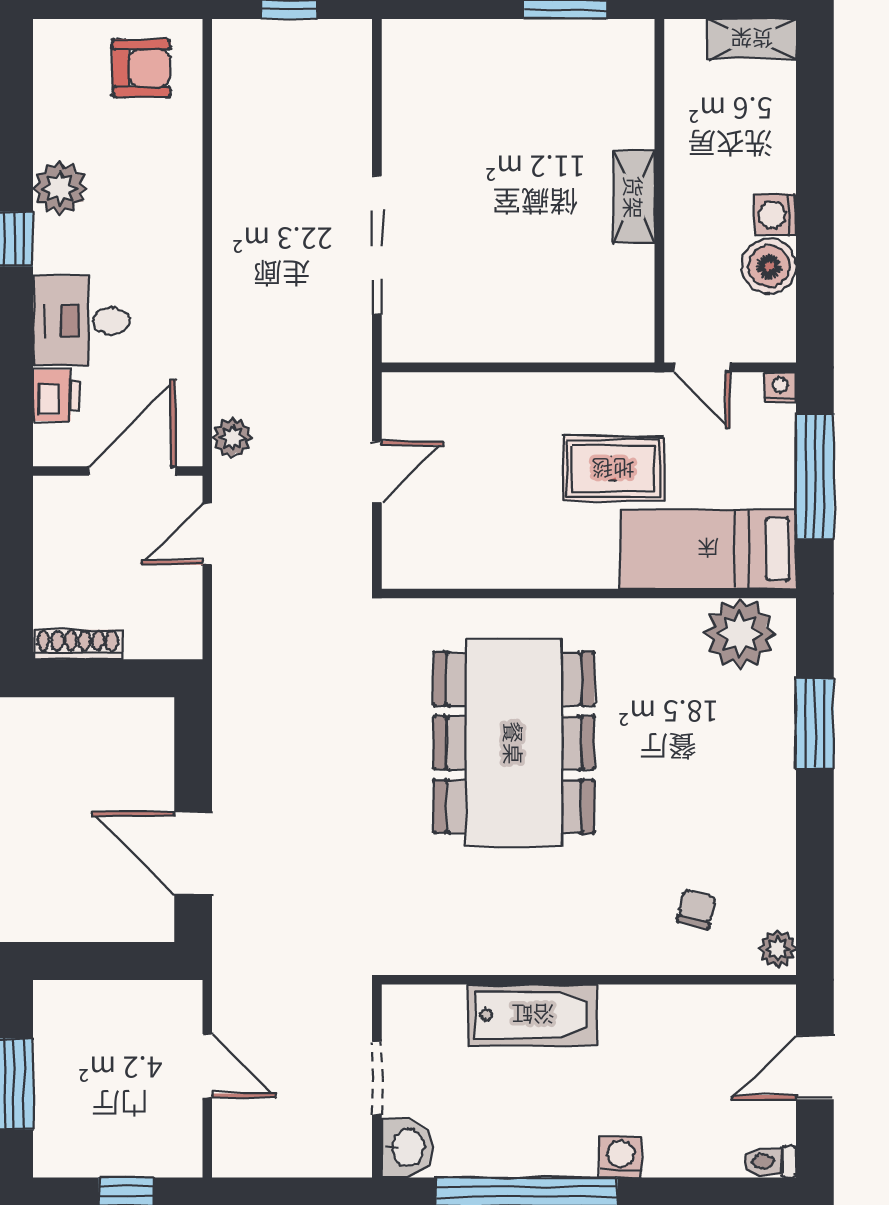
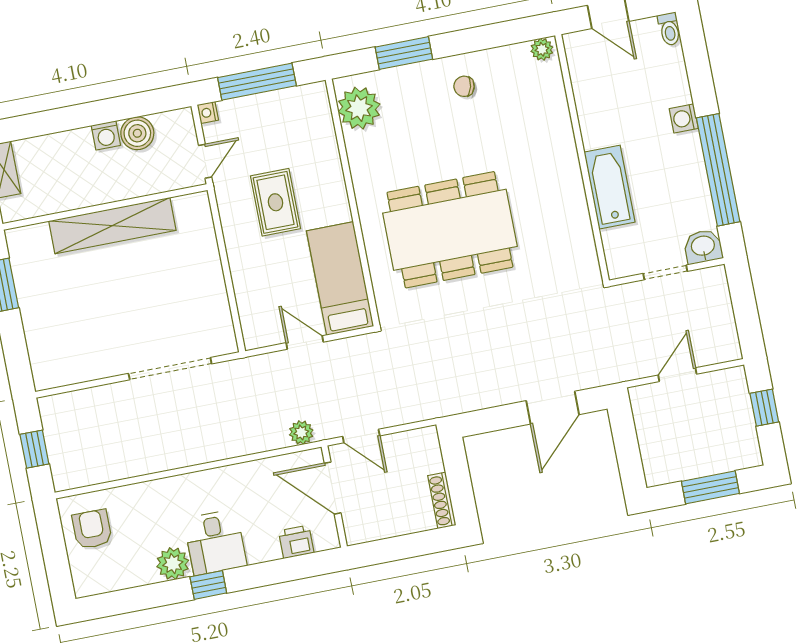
shelving: (634, 197) -> (112, 226), width x2.20, depth x1.33
desk: (81, 321) -> (215, 542), moved
bed: (708, 549) -> (340, 278), moved, turned 180
chair: (696, 909) -> (464, 86), moved

